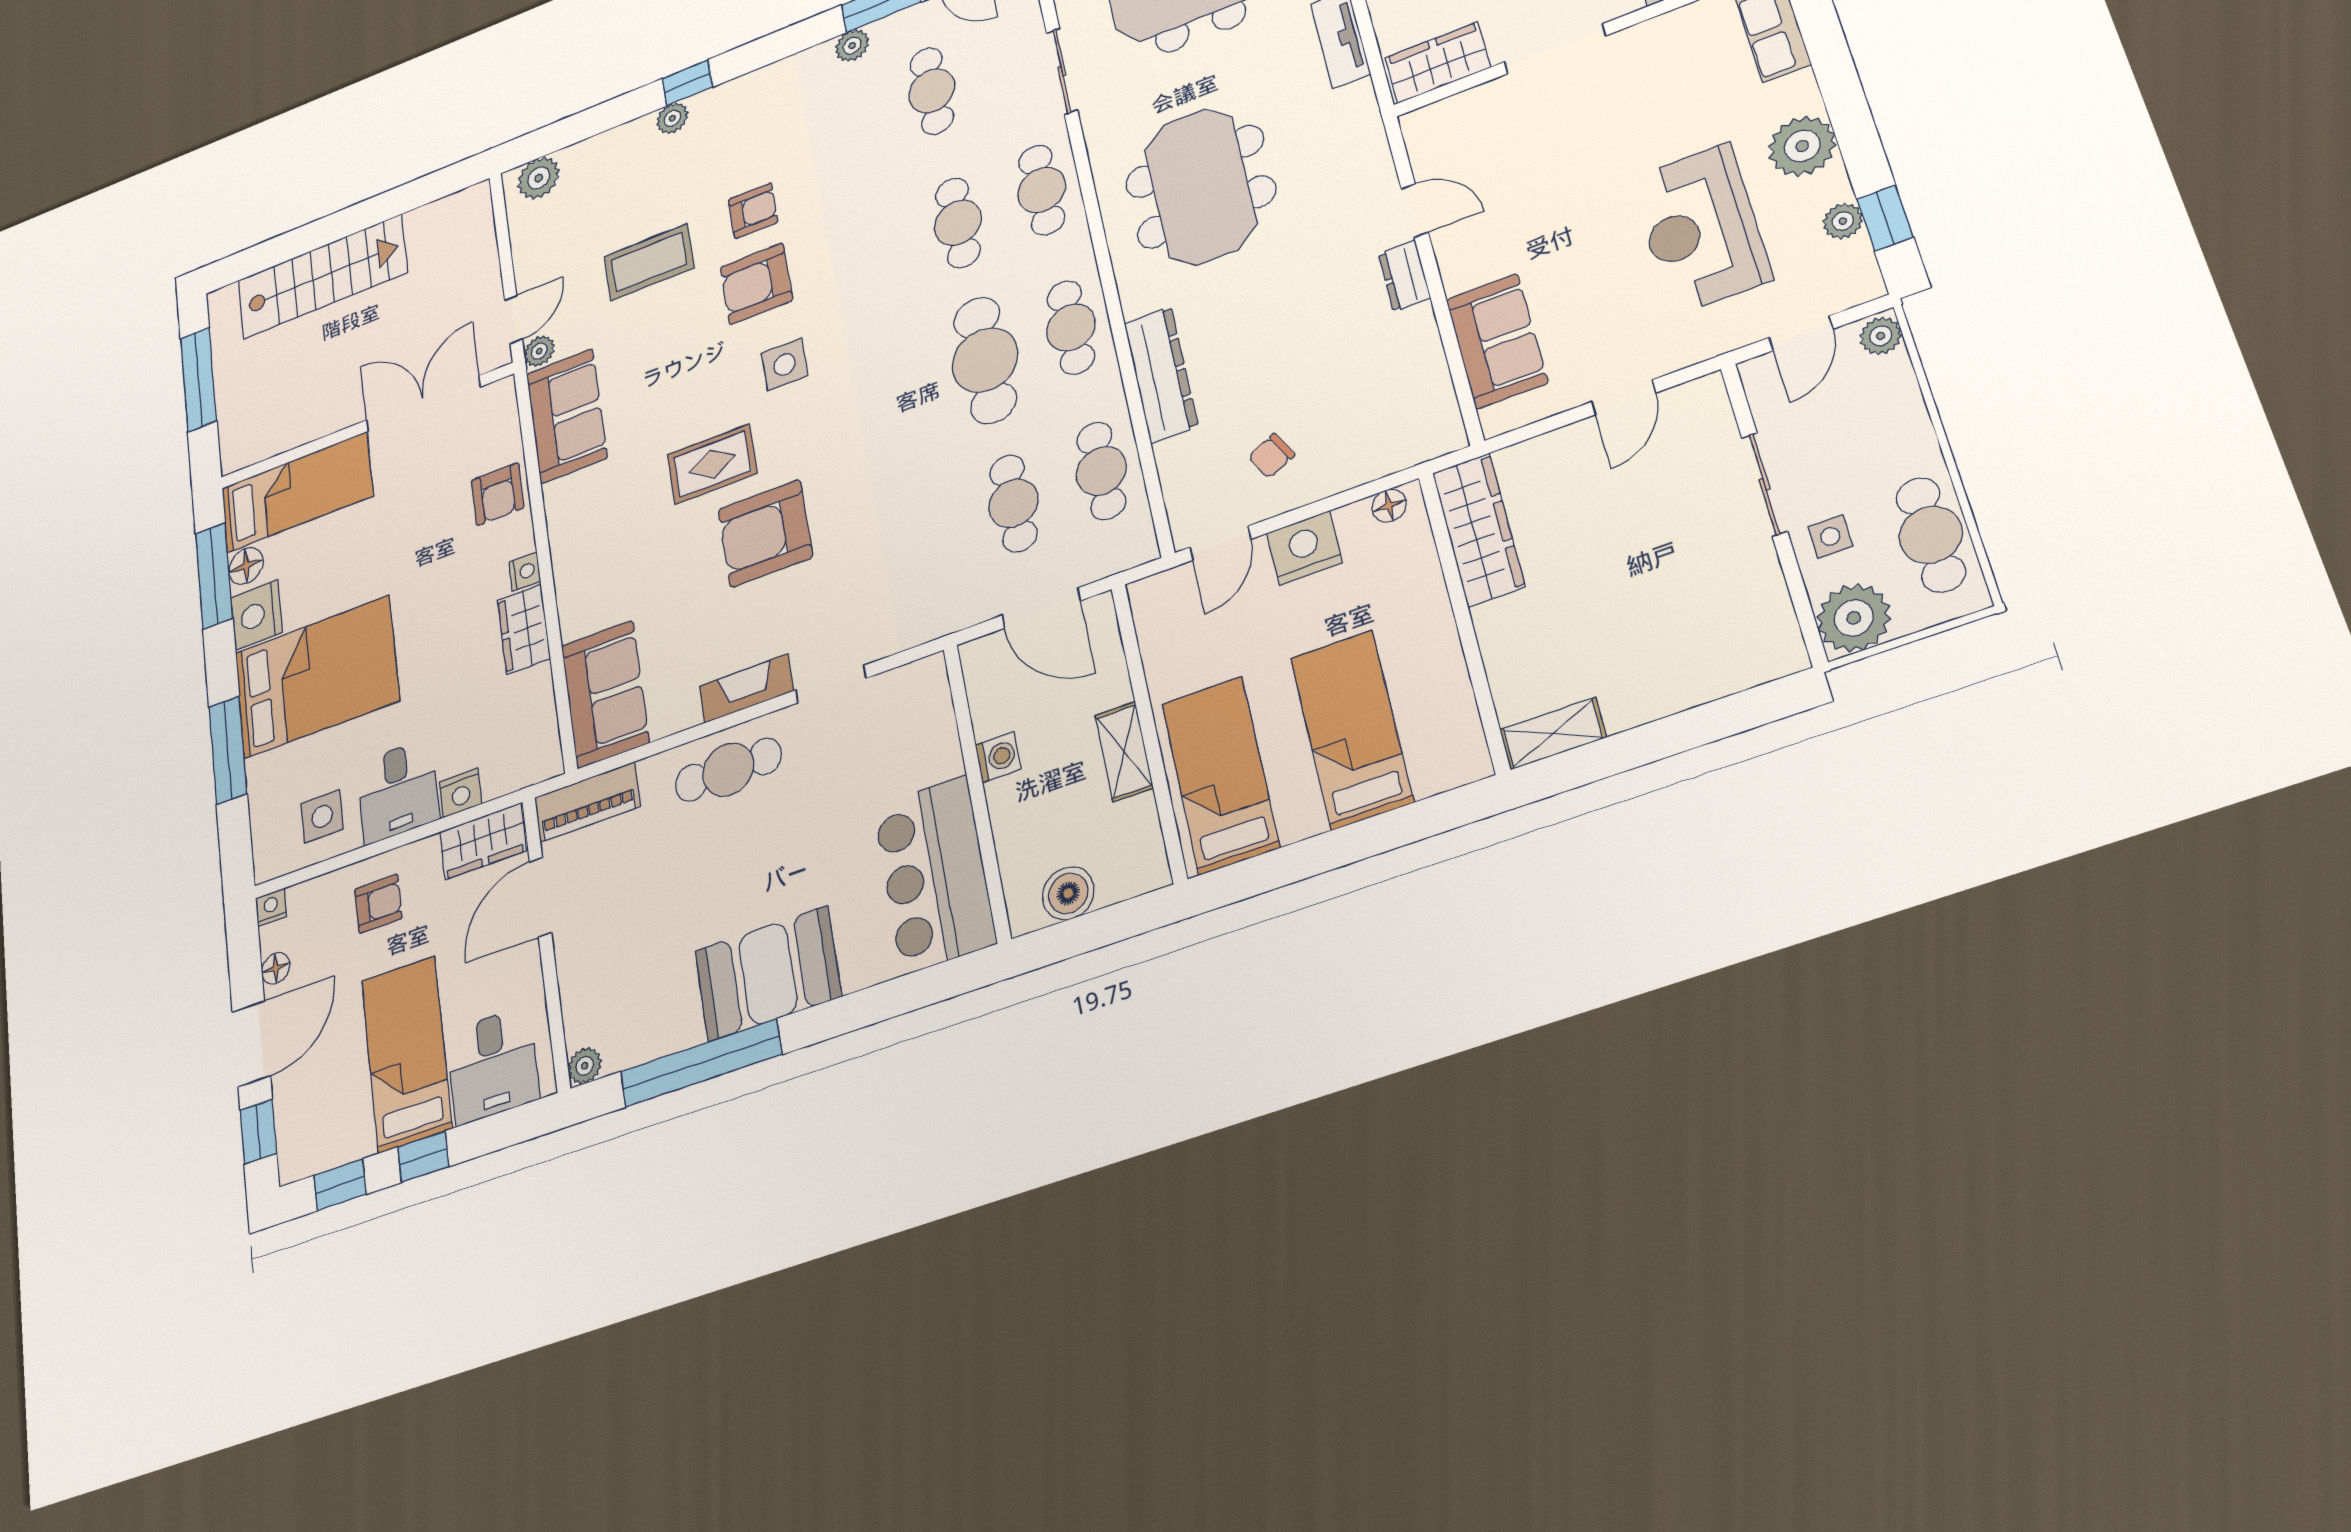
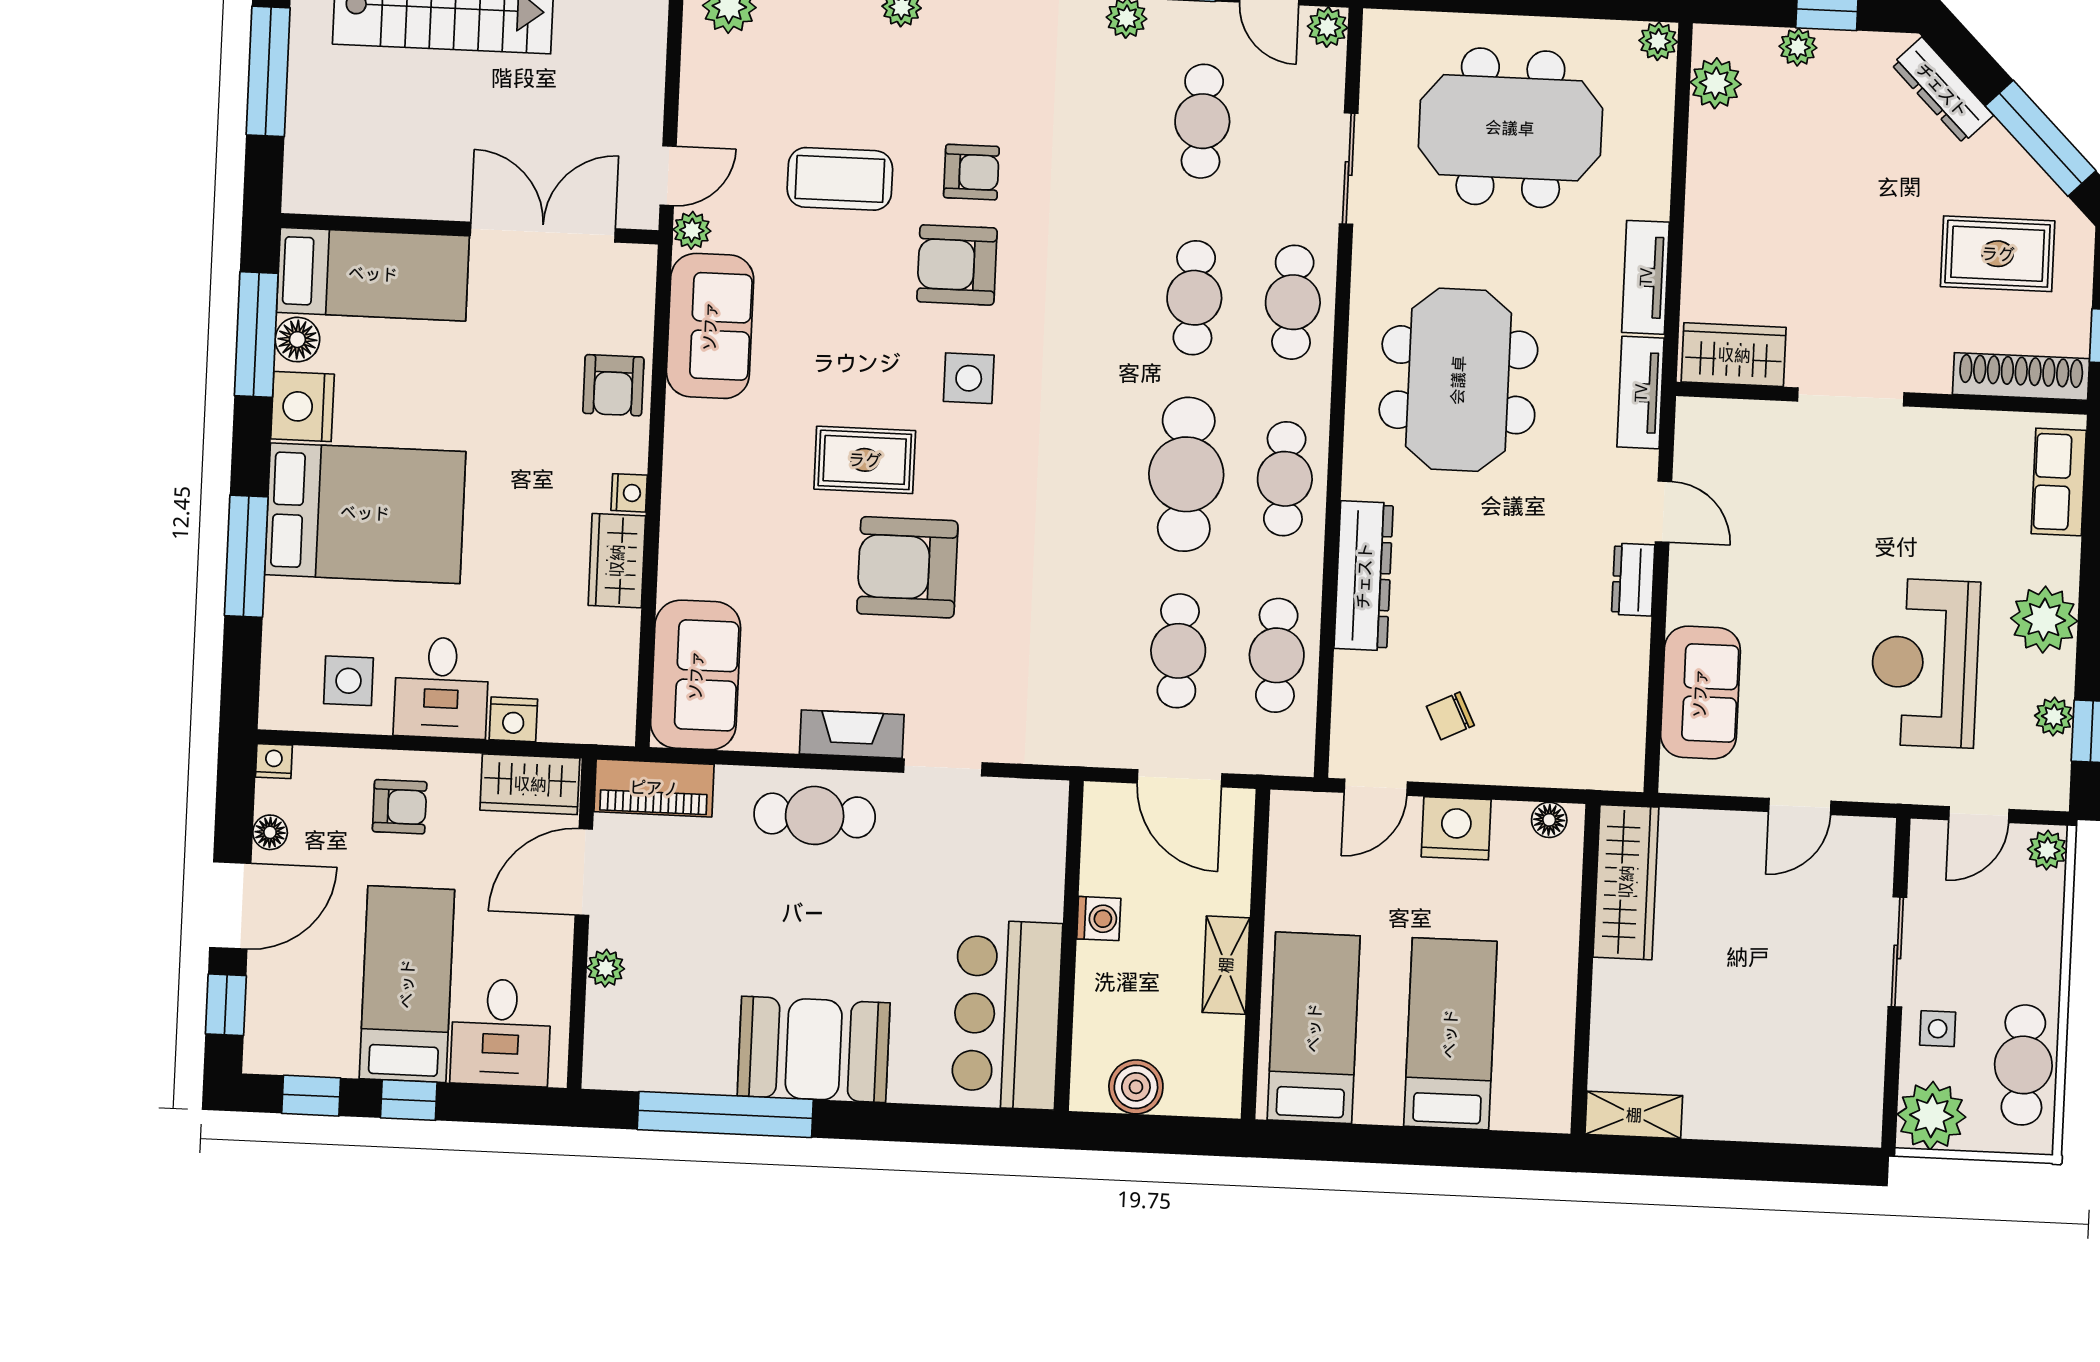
tv unit: (1364, 127) -> (1641, 393), added
plant: (585, 1066) -> (606, 968), moved

